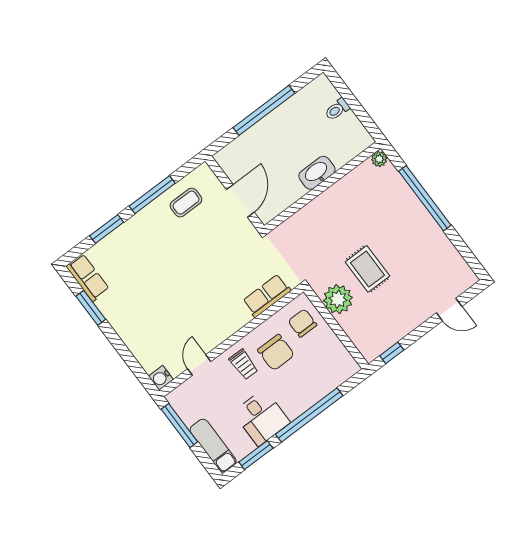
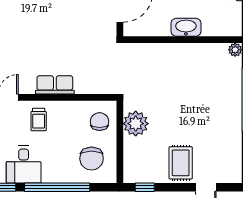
rug: (367, 269) -> (181, 163), moved
row of seats: (267, 296) -> (55, 85), moved
chair: (276, 352) -> (92, 159), moved

